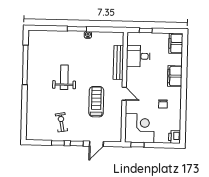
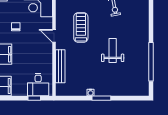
desk: (138, 56) -> (38, 85), moved, turned 90
weight bench: (64, 77) -> (113, 51), turned 180
treadmill: (96, 102) -> (81, 27), turned 180

